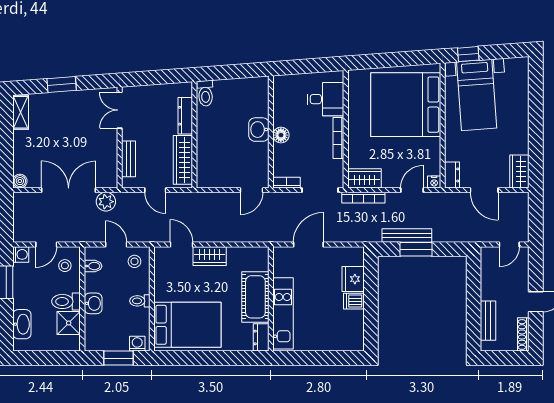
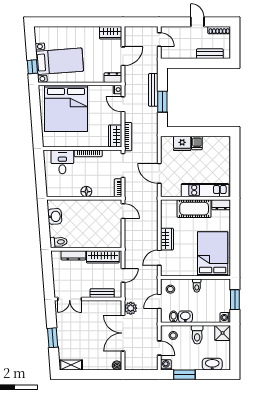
washbasin: (259, 130) -> (55, 216), moved, turned -94
bench: (407, 236) -> (153, 90), moved
washbasin: (93, 303) -> (185, 317), moved
shower: (69, 323) -> (223, 333), moved
washing machine: (137, 344) -> (225, 317), moved

